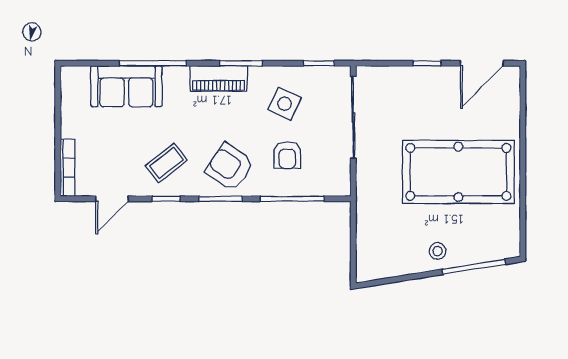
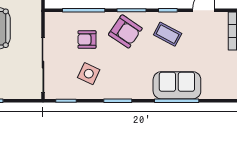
piano: (219, 78) -> (133, 91), removed
sofa: (126, 86) -> (177, 85), moved
armchair: (287, 155) -> (87, 39), turned -90
coffee table: (166, 163) -> (168, 34), turned 66

